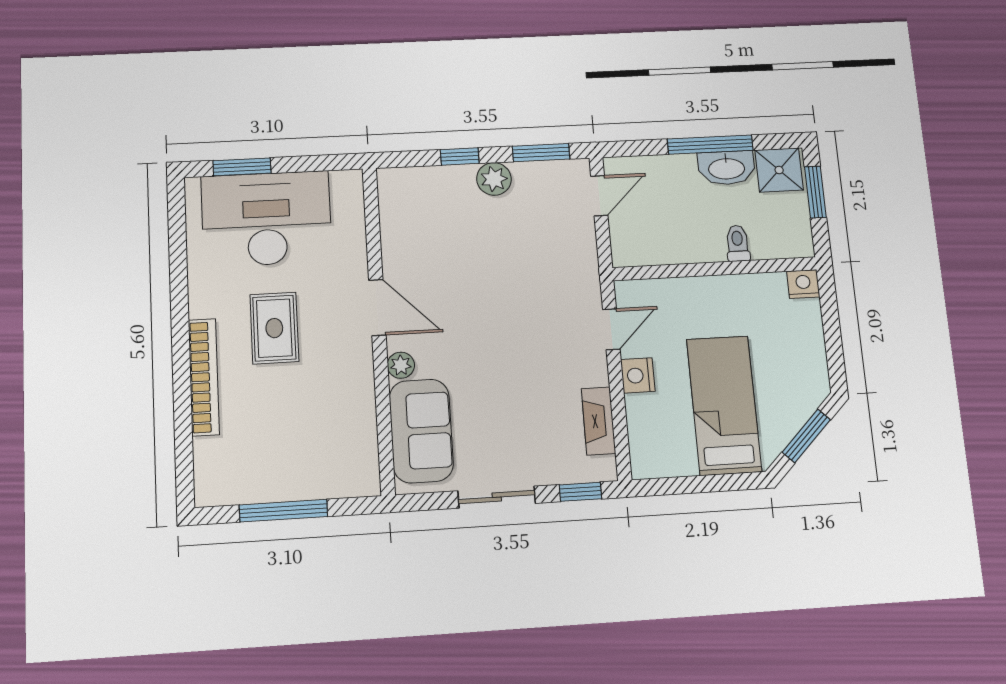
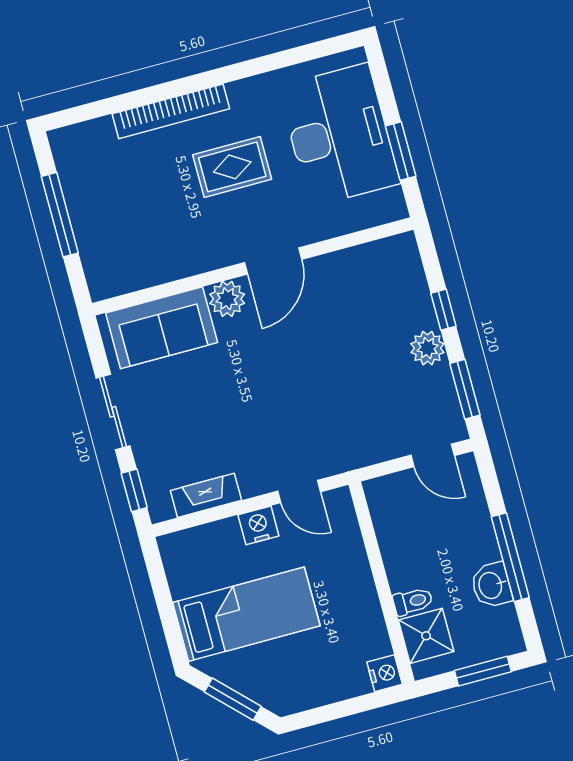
window: (242, 167) -> (401, 151), moved
washbasin: (726, 168) -> (491, 585), width x0.72
shower: (779, 170) -> (426, 636), moved
plant: (401, 365) -> (227, 299), width x1.38, depth x1.38

